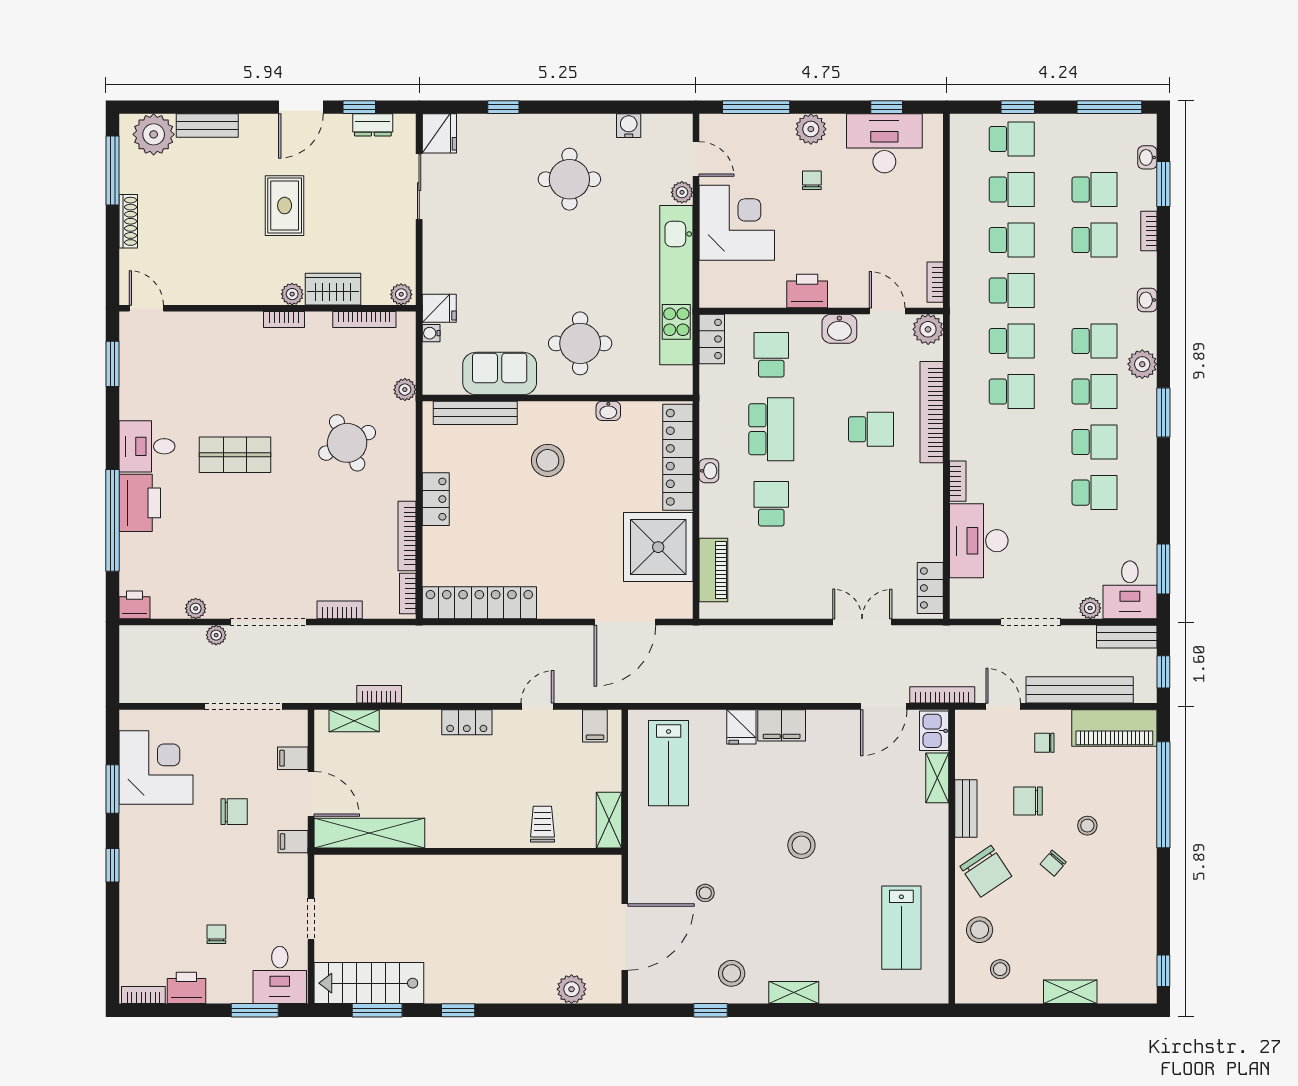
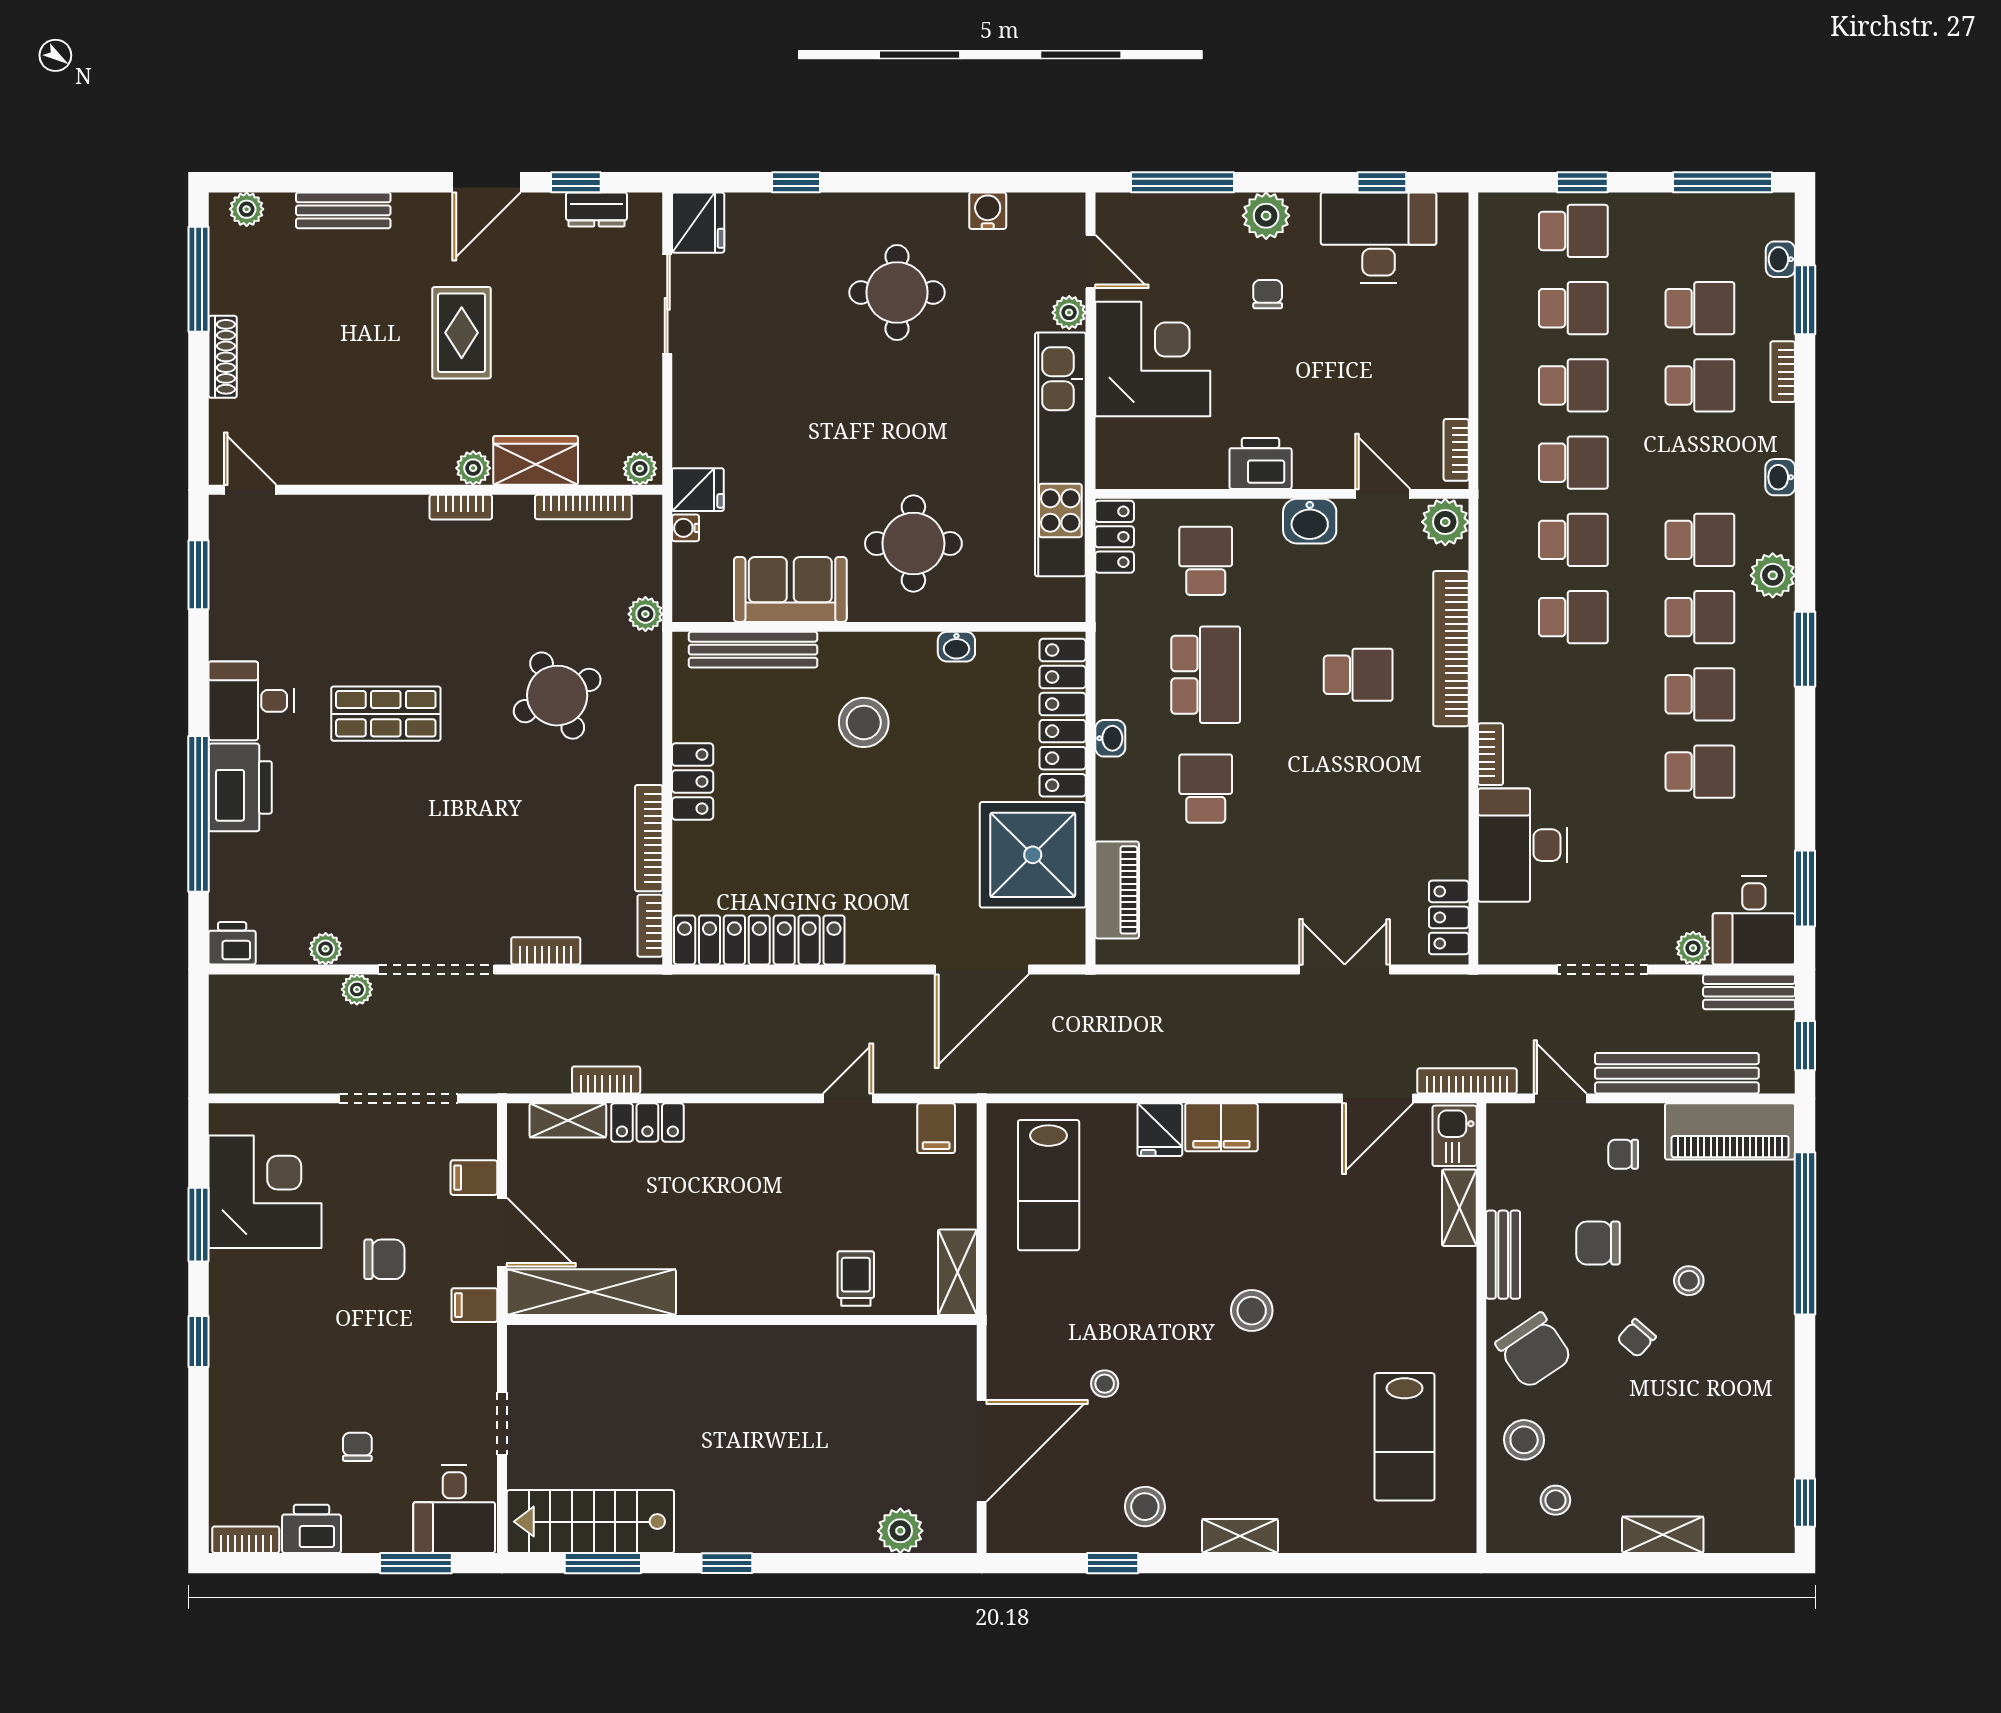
plant: (154, 134) -> (247, 209), width x0.53, depth x0.53
locker: (467, 722) -> (647, 1123), moved

